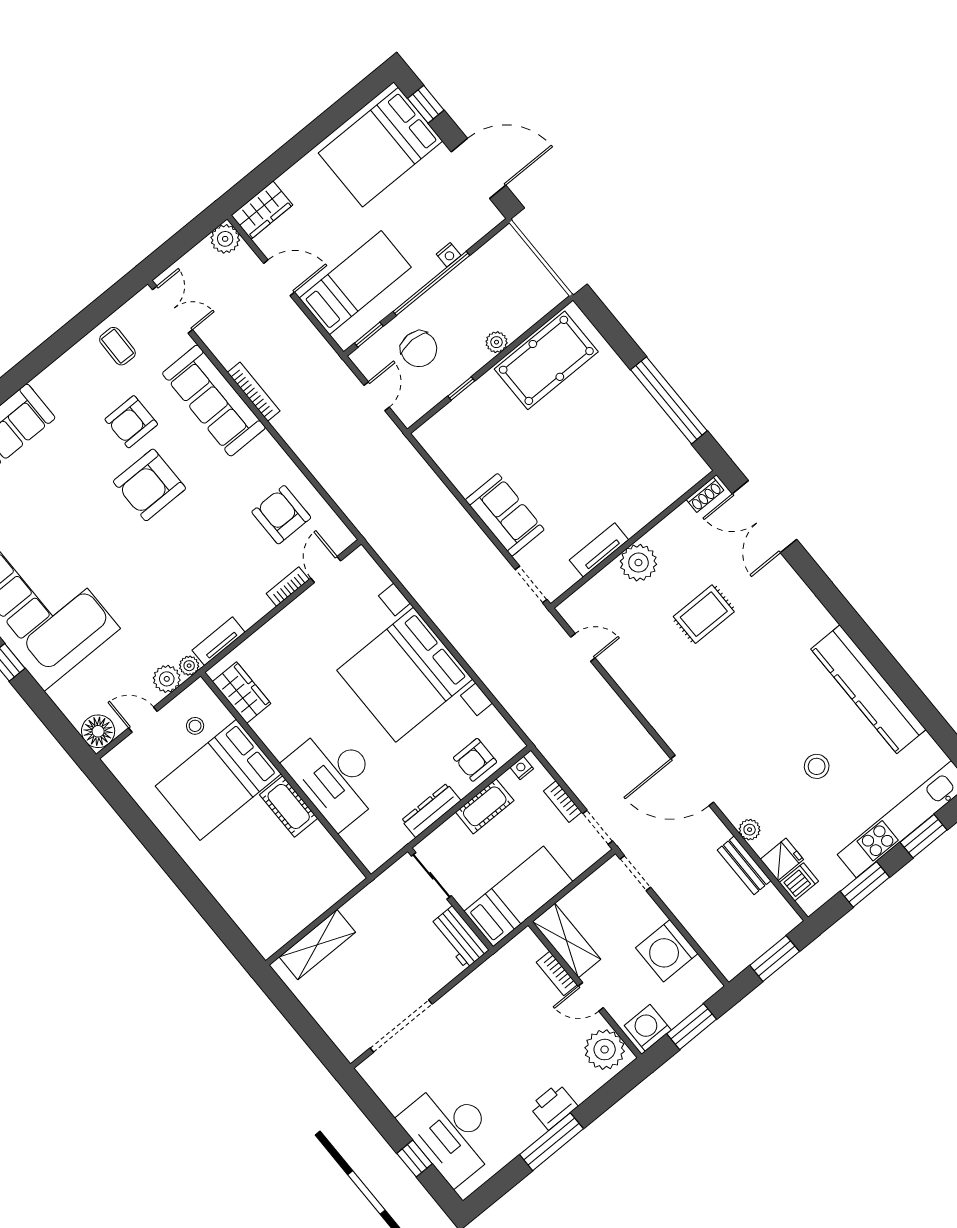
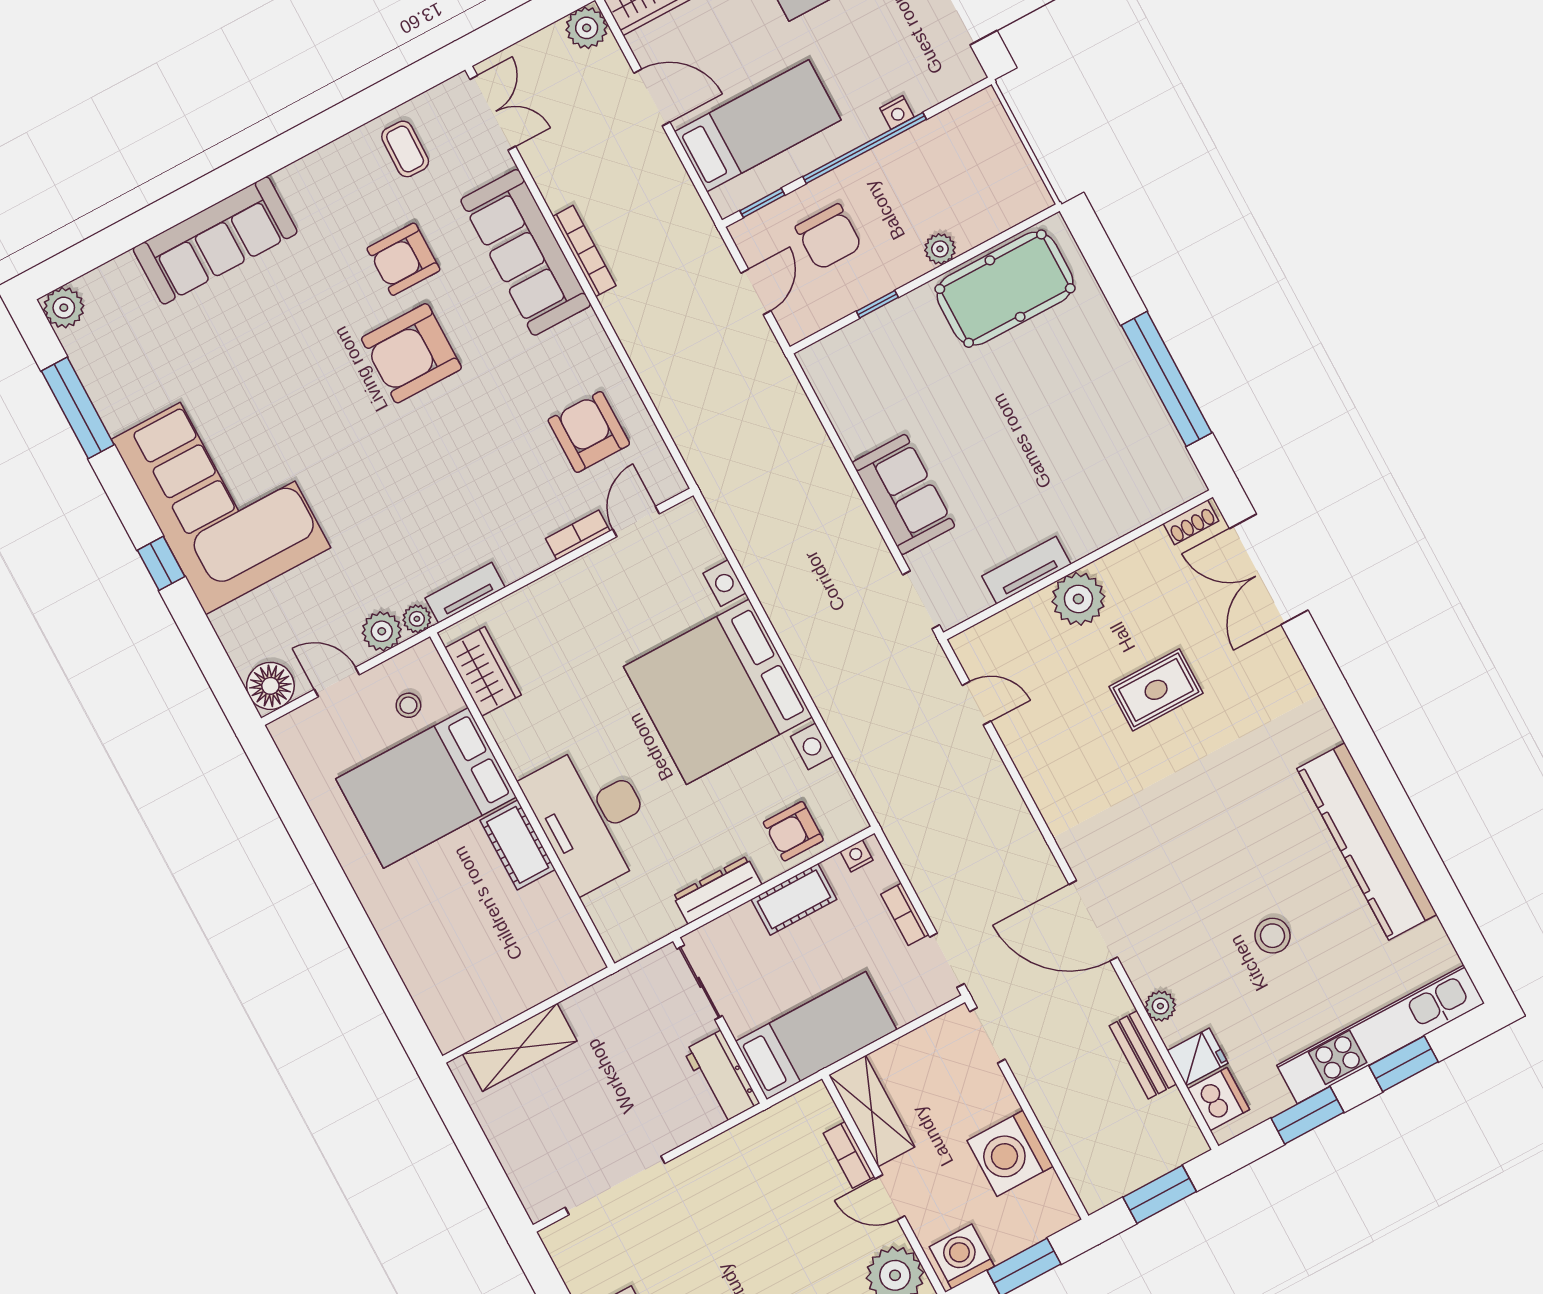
dishwasher: (799, 882) -> (1219, 1099), width x1.38

